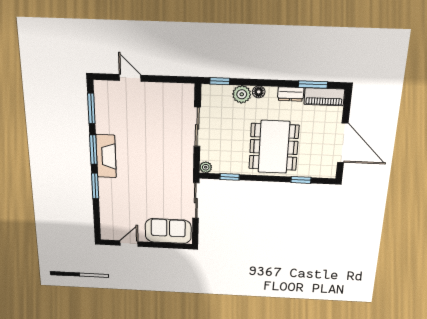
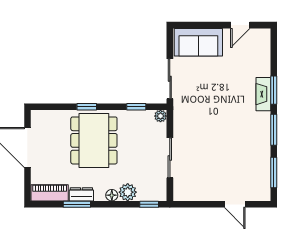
window: (313, 84) -> (77, 204), moved
fireplace: (106, 156) -> (263, 94), moved, width x0.73, depth x0.76
window: (301, 180) -> (87, 107), moved

